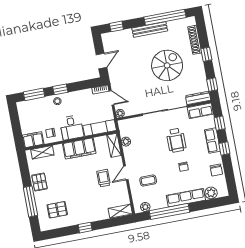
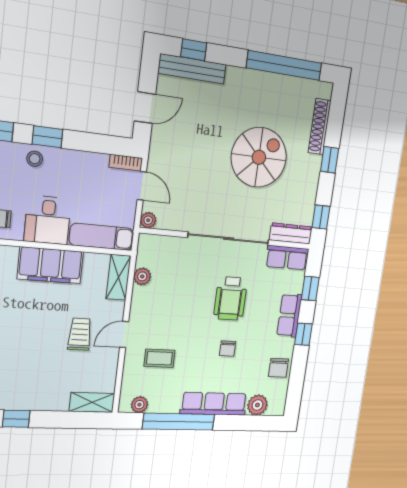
bench: (150, 29) -> (192, 69), moved

